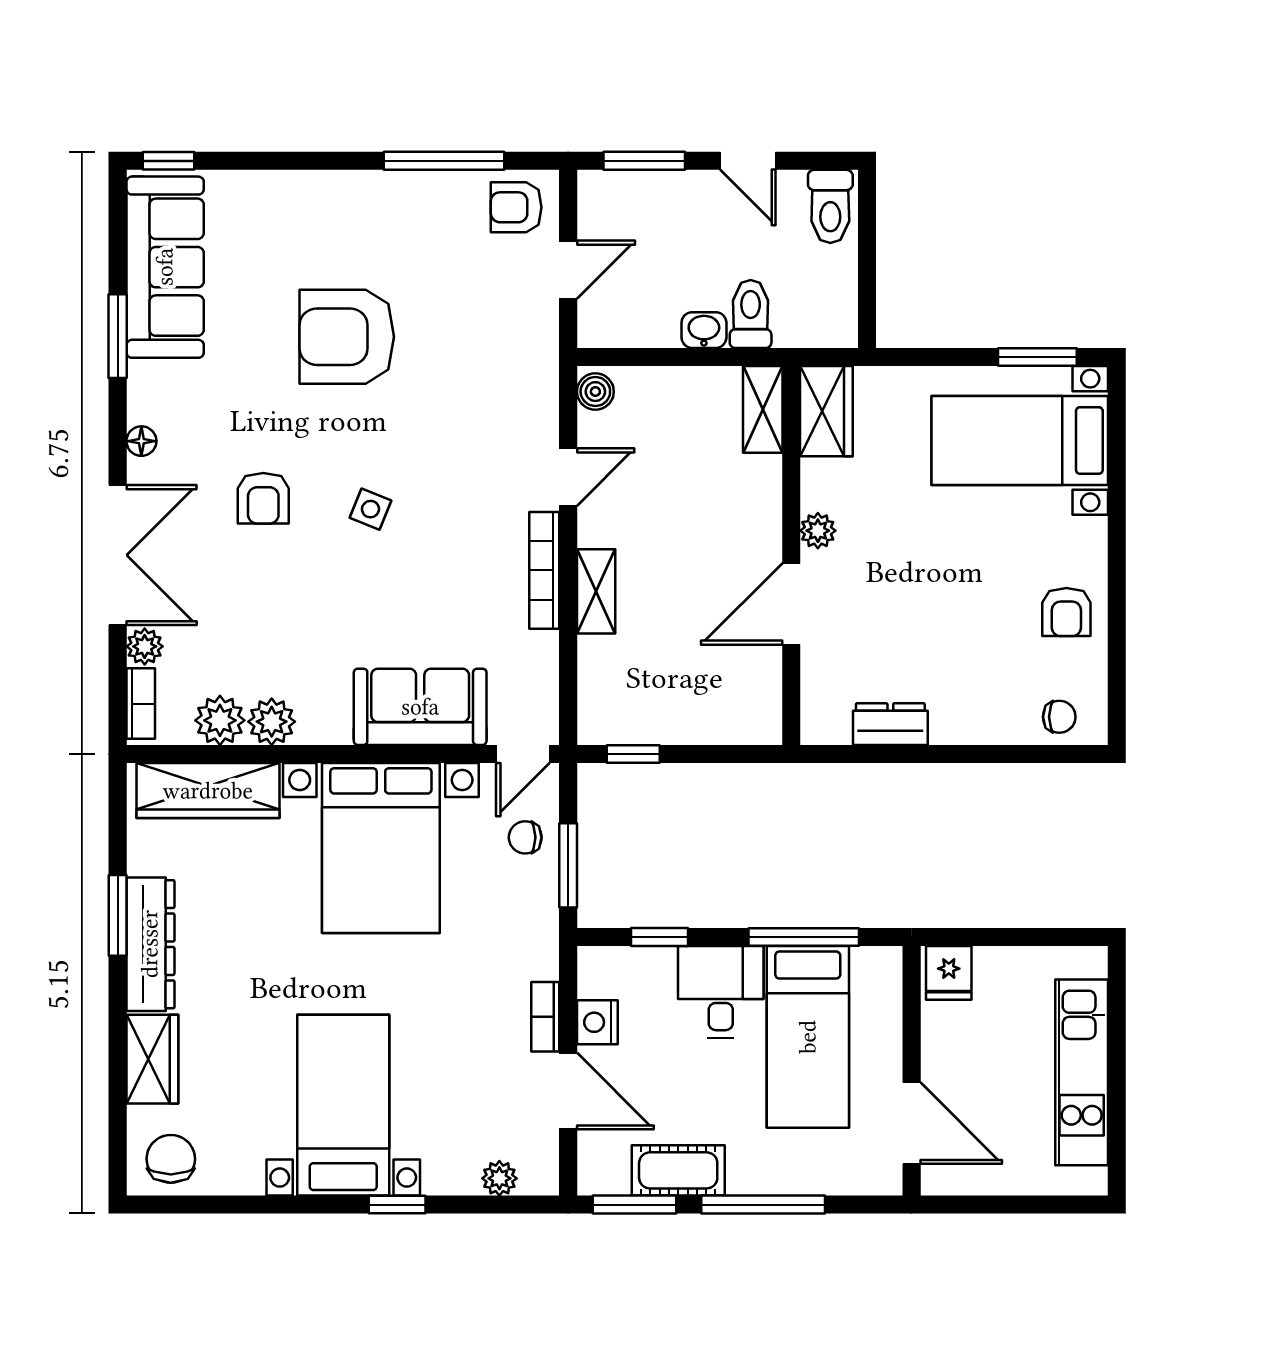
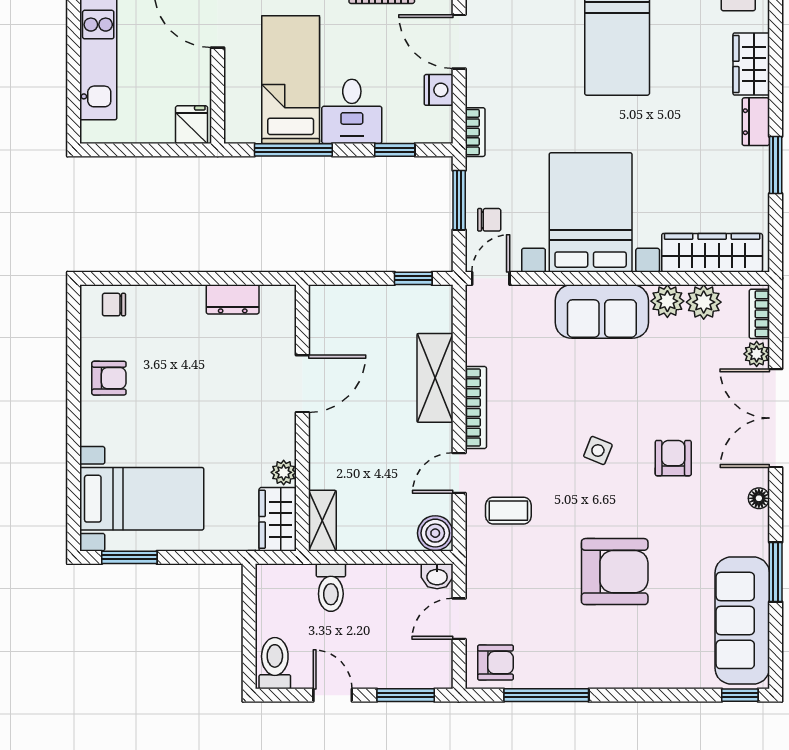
washbasin: (704, 330) -> (437, 576), moved
boiler: (595, 392) -> (435, 533), width x1.36, depth x1.36
coffee table: (498, 423) -> (508, 511), added
plant: (818, 531) -> (284, 472), moved
shelving: (596, 591) -> (435, 378), width x1.50, depth x1.33
armchair: (1066, 612) -> (109, 378), turned 90
sofa: (420, 707) -> (602, 312), moved
dresser: (150, 944) -> (756, 122), width x0.51, depth x0.80
bookcase: (545, 1017) -> (475, 132), moved

